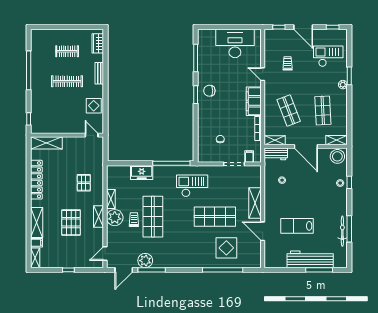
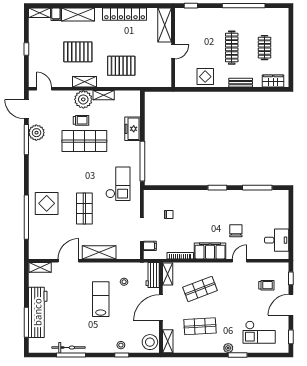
desk: (235, 43) -> (277, 240), width x0.53, depth x0.77
checkout: (328, 56) -> (259, 332), turned 90
trolley: (288, 63) -> (266, 285), moved
chair: (209, 91) -> (236, 231), moved
door: (92, 135) -> (173, 52), moved
pallet: (84, 183) -> (121, 66), width x1.50, depth x1.42
shop shelf: (215, 217) -> (84, 208), width x0.70, depth x0.74
lab bench: (297, 226) -> (101, 299), moved
display table: (226, 248) -> (47, 203), moved
shelving: (269, 257) -> (40, 267), added

